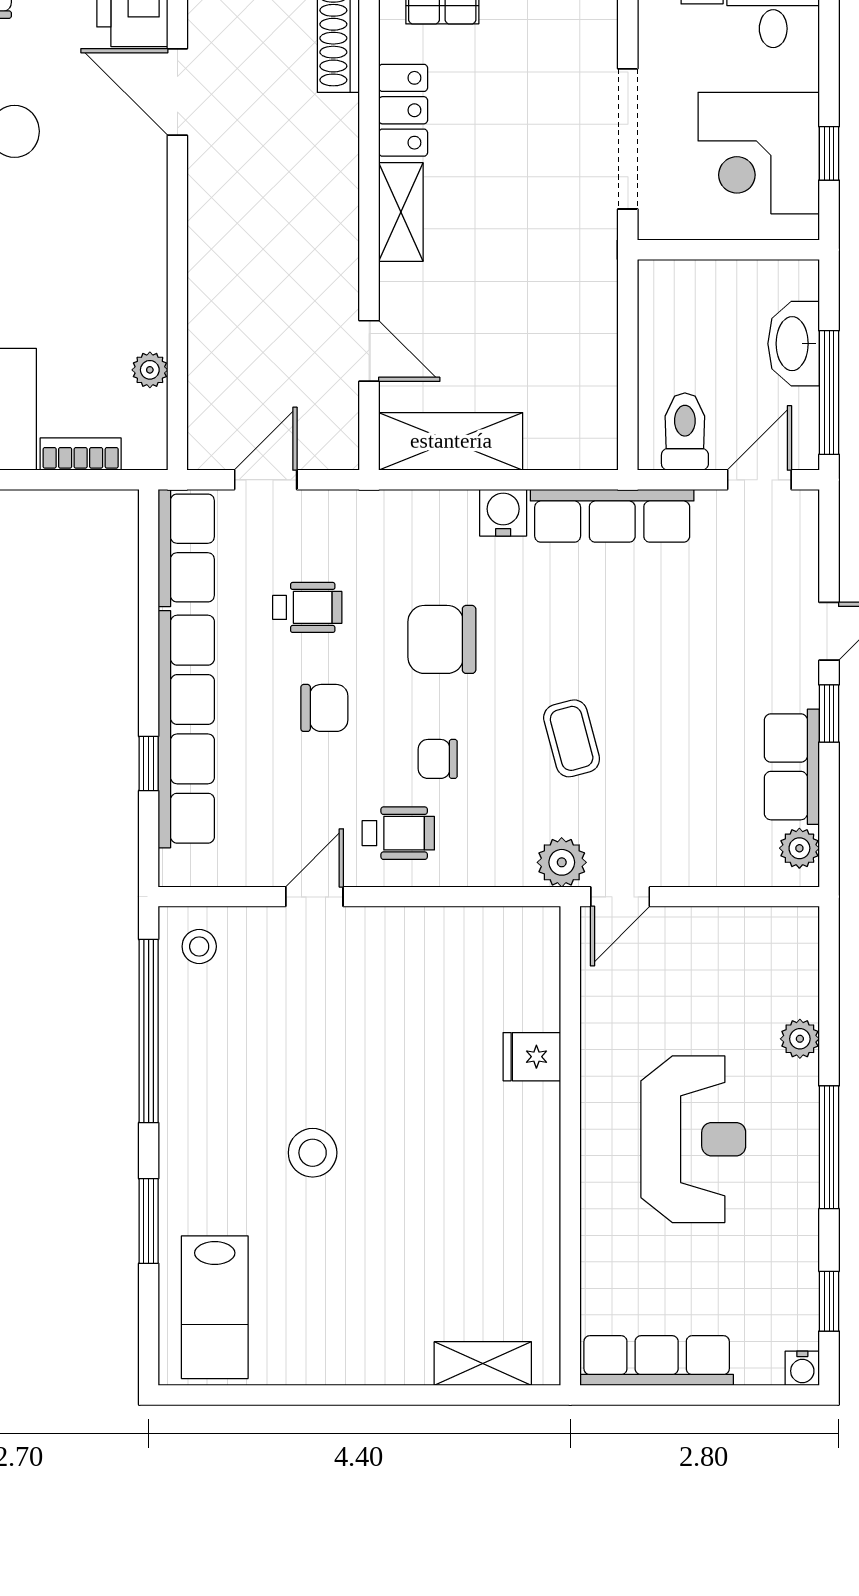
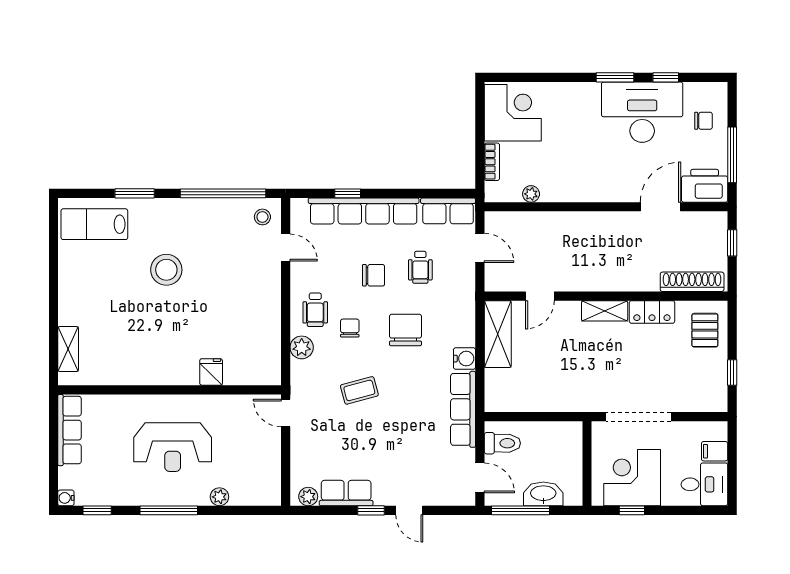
chair: (324, 708) -> (374, 275), turned -90
plant: (562, 862) -> (302, 347), moved
door: (314, 897) -> (286, 248), moved
stool: (313, 1153) -> (166, 270), width x1.38, depth x1.38

